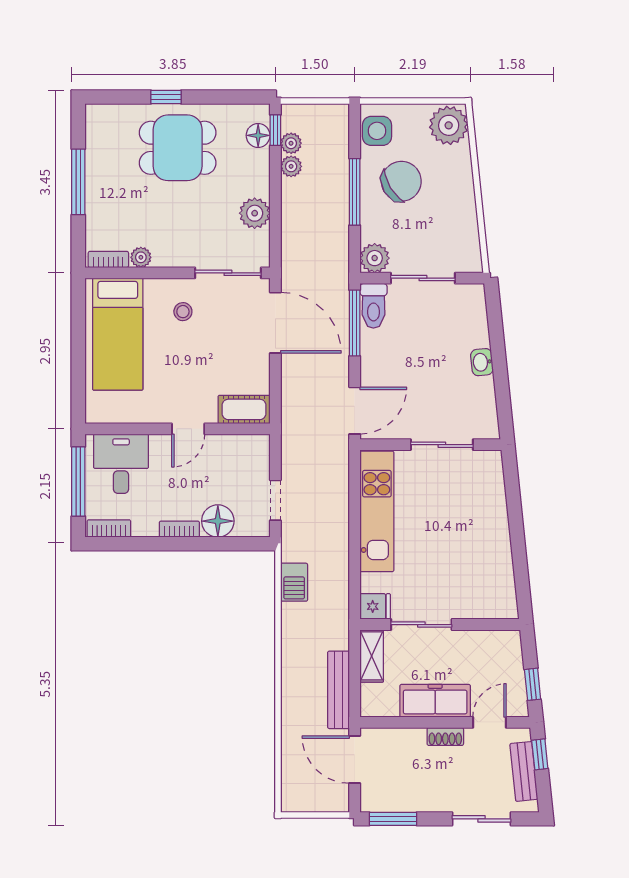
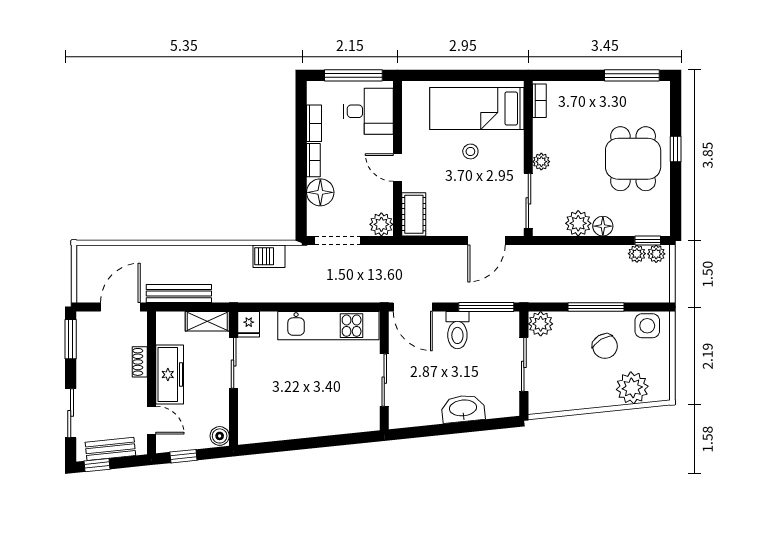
plant: (449, 125) -> (632, 388), moved
floor lamp: (258, 135) -> (603, 226), moved
plant: (291, 166) -> (656, 254), moved
chair: (401, 181) -> (605, 346), width x0.73, depth x0.73
window: (78, 182) -> (632, 75), moved
plant: (141, 257) -> (541, 162), moved
toilet: (373, 306) -> (457, 330), moved, turned -90
stool: (183, 312) -> (470, 151), moved
door: (275, 323) -> (486, 241), width x0.73
washbasin: (482, 362) -> (463, 409), width x1.91, depth x1.45
plant: (256, 448) -> (381, 224), added
doorway: (275, 500) -> (338, 241), width x1.38
bookcase: (109, 529) -> (314, 123), moved
boiler: (508, 641) -> (220, 436), added
shoe rack: (445, 737) -> (140, 362), moved
window: (540, 754) -> (97, 465), moved

